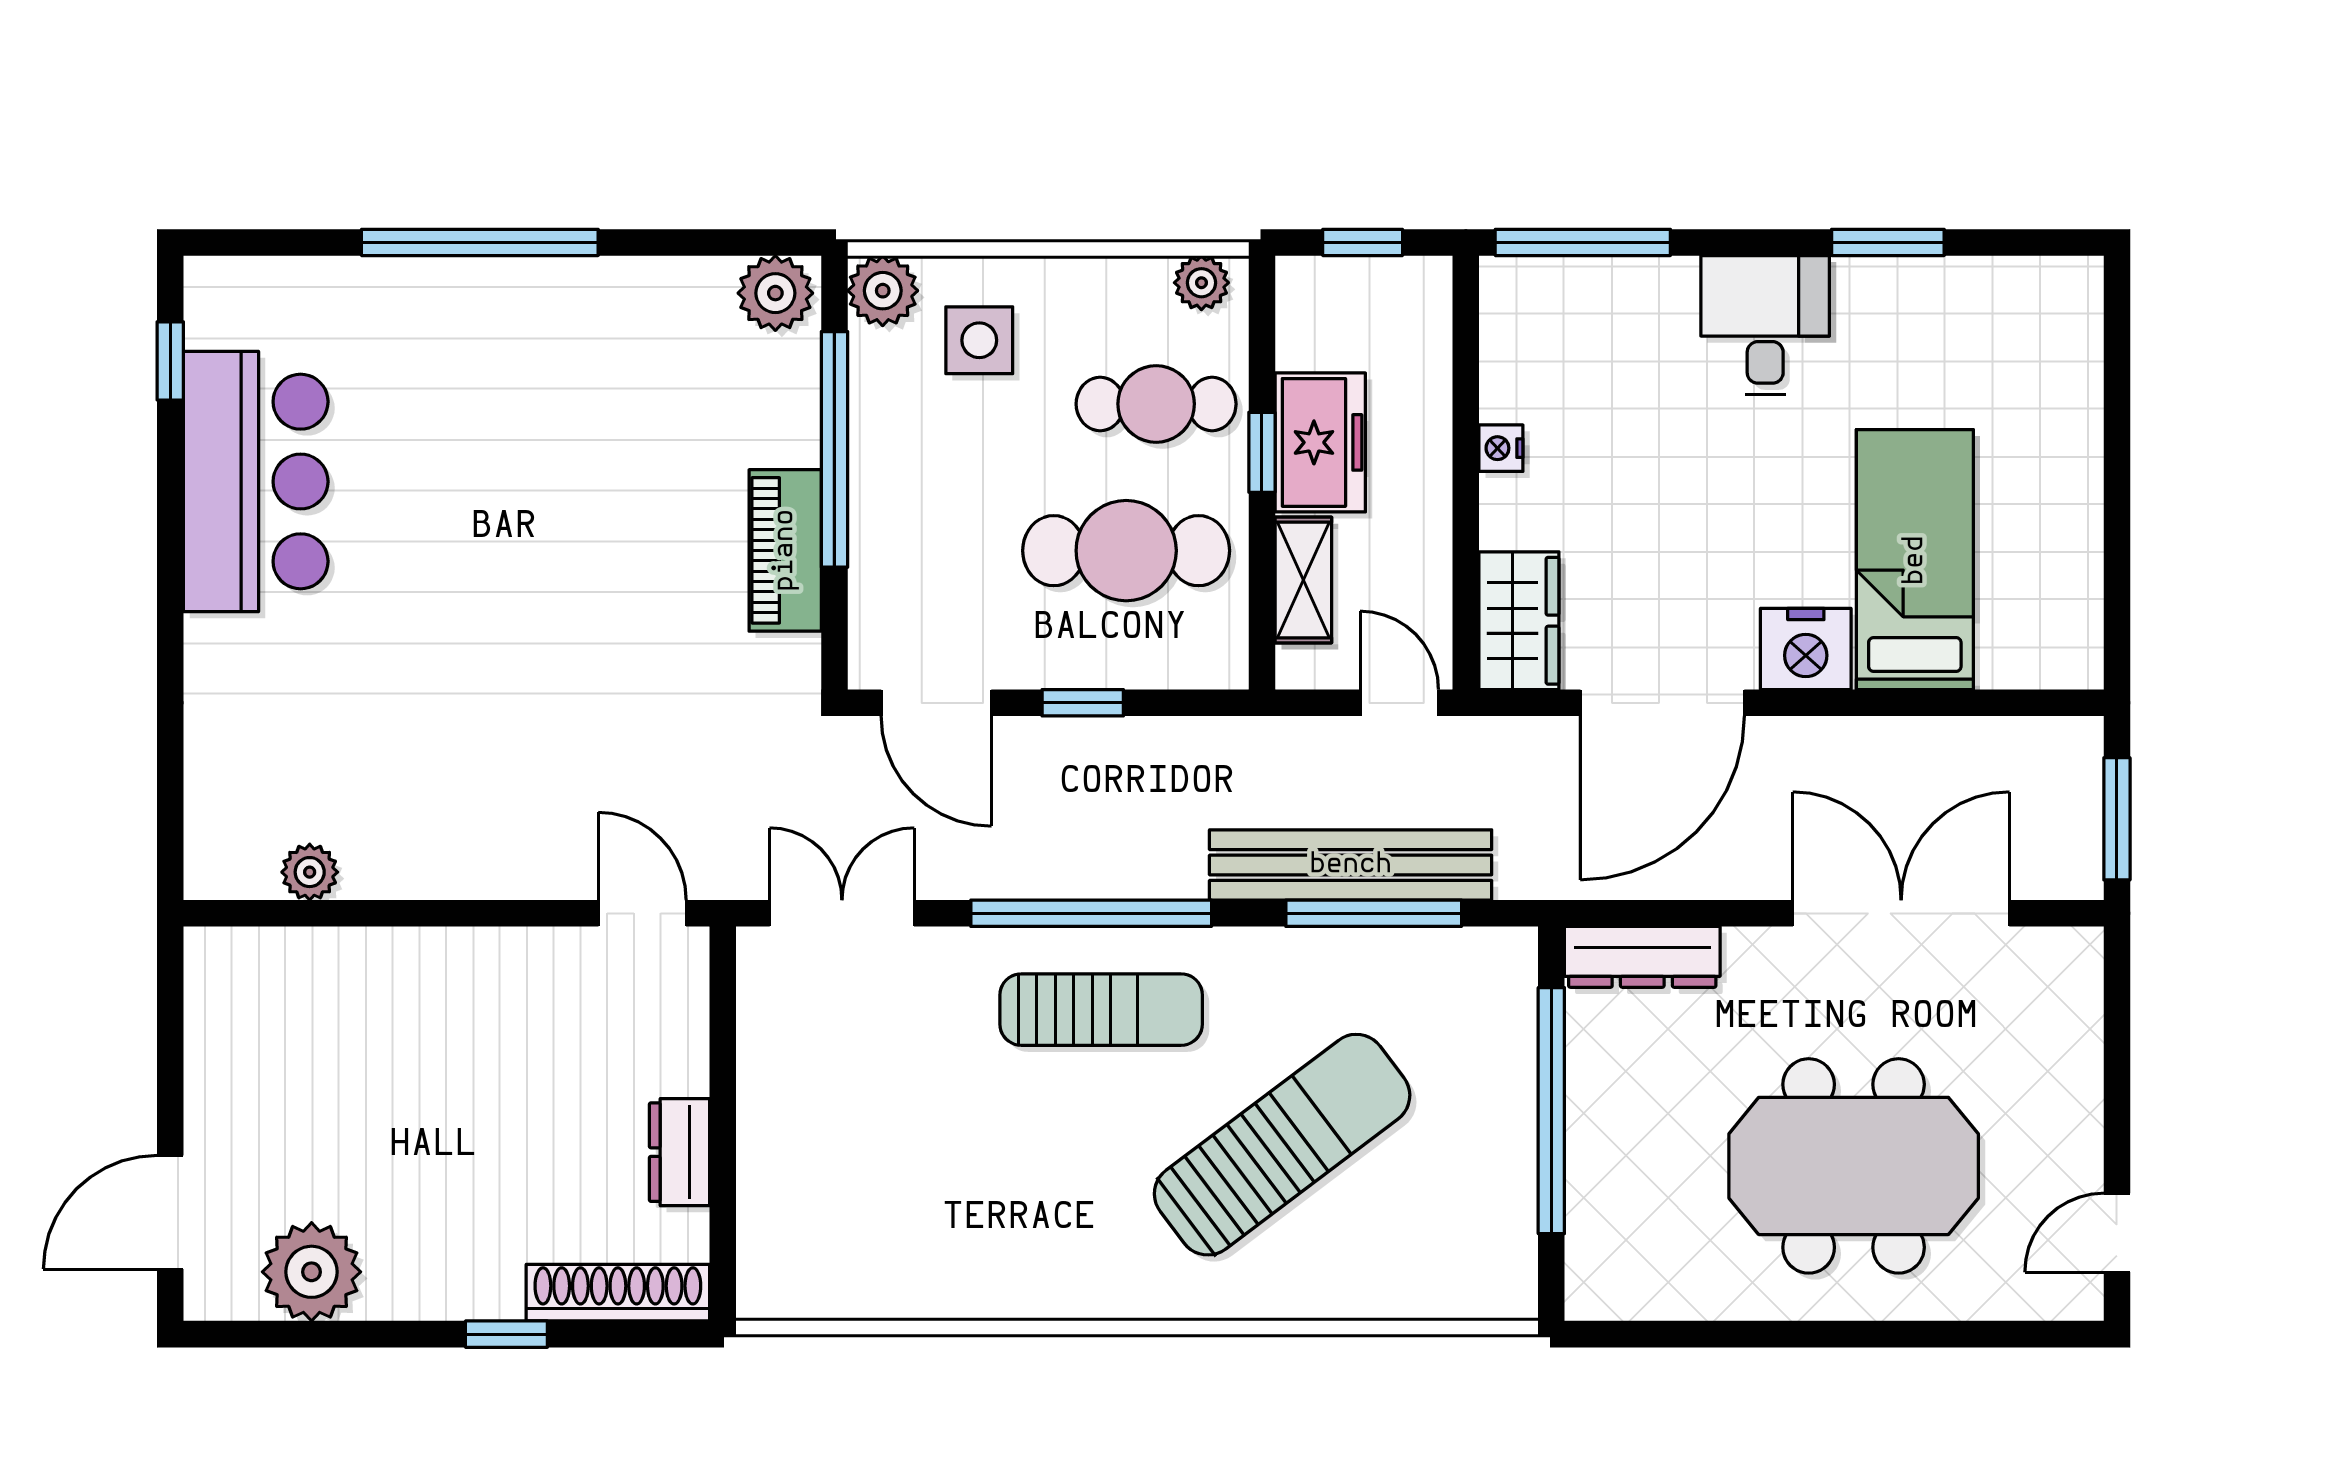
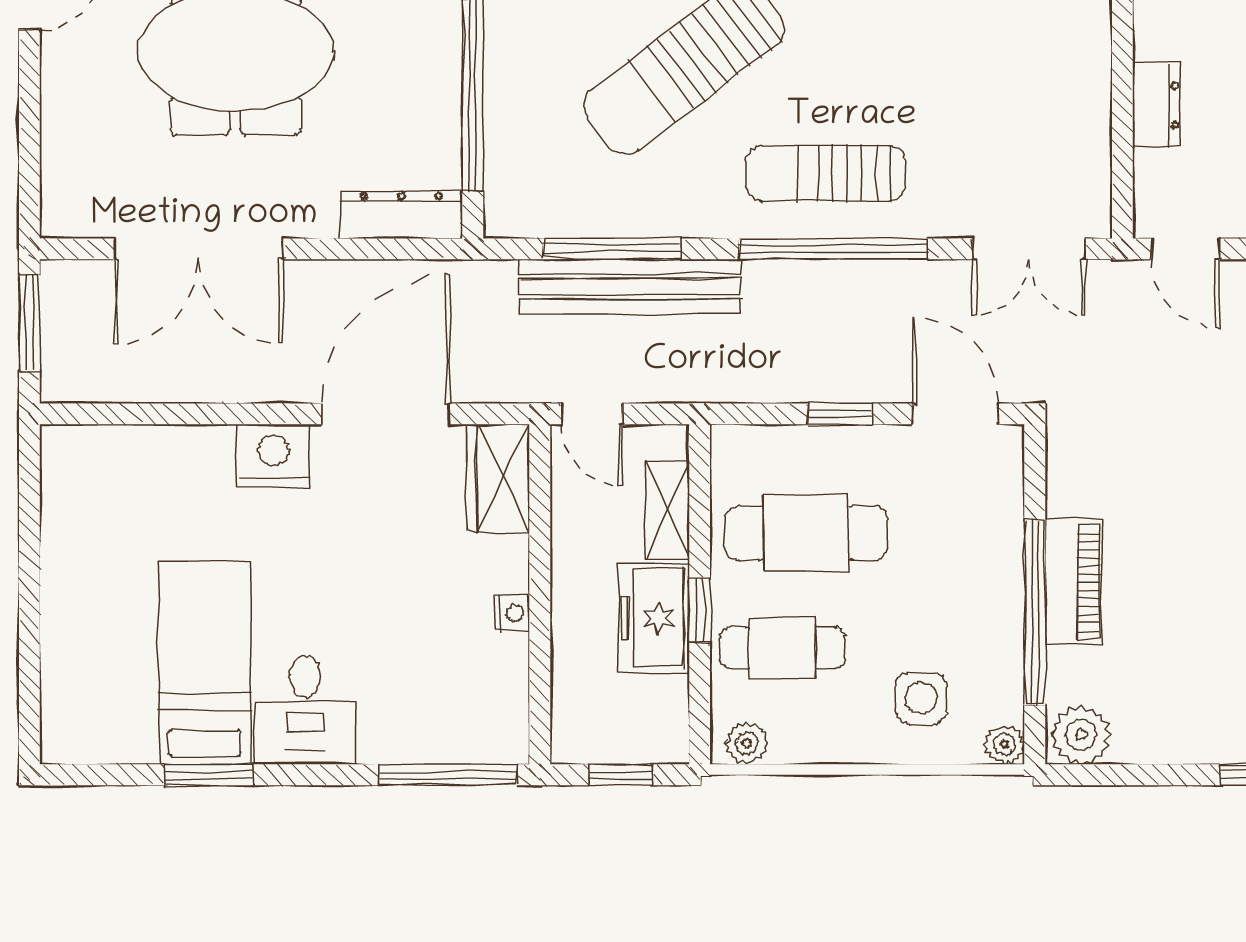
plant: (883, 291) -> (1004, 744), width x0.73, depth x0.73
piano: (785, 550) -> (1073, 582), moved
bed: (1915, 560) -> (205, 662), moved, turned 180
dresser: (679, 1152) -> (1156, 105), moved

